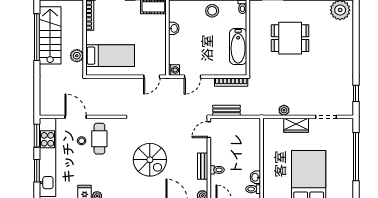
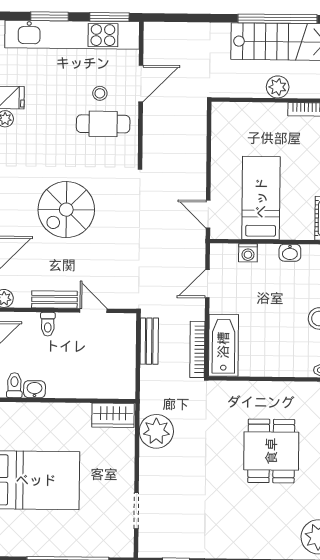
bathtub: (238, 47) -> (223, 345), moved, turned 90
plant: (77, 56) -> (278, 87), moved
bed: (110, 56) -> (261, 198), moved, turned 180
washing machine: (174, 70) -> (248, 253), moved
door: (193, 77) -> (207, 284), hinge flipped
plant: (284, 110) -> (156, 431), width x1.88, depth x1.88
wardrobe: (296, 125) -> (113, 415), moved, turned -90
door: (209, 130) -> (93, 311), moved

